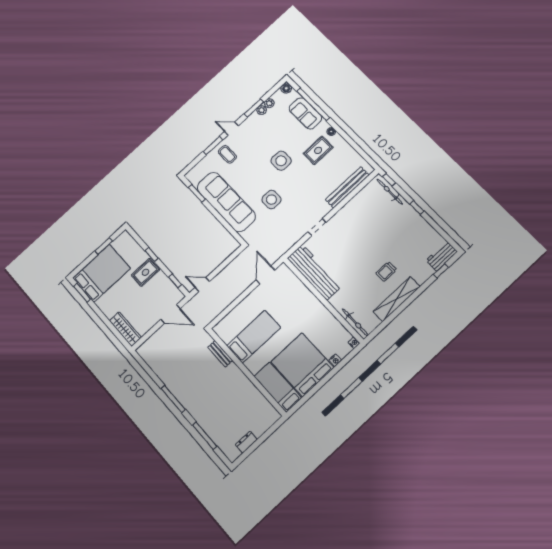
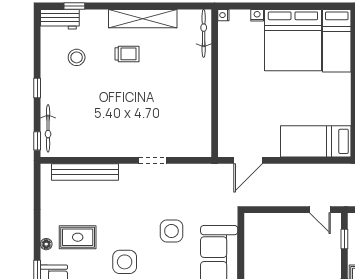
stool: (412, 244) -> (77, 57), added
workbench: (314, 272) -> (197, 118), removed
bed: (254, 337) -> (316, 141), moved

